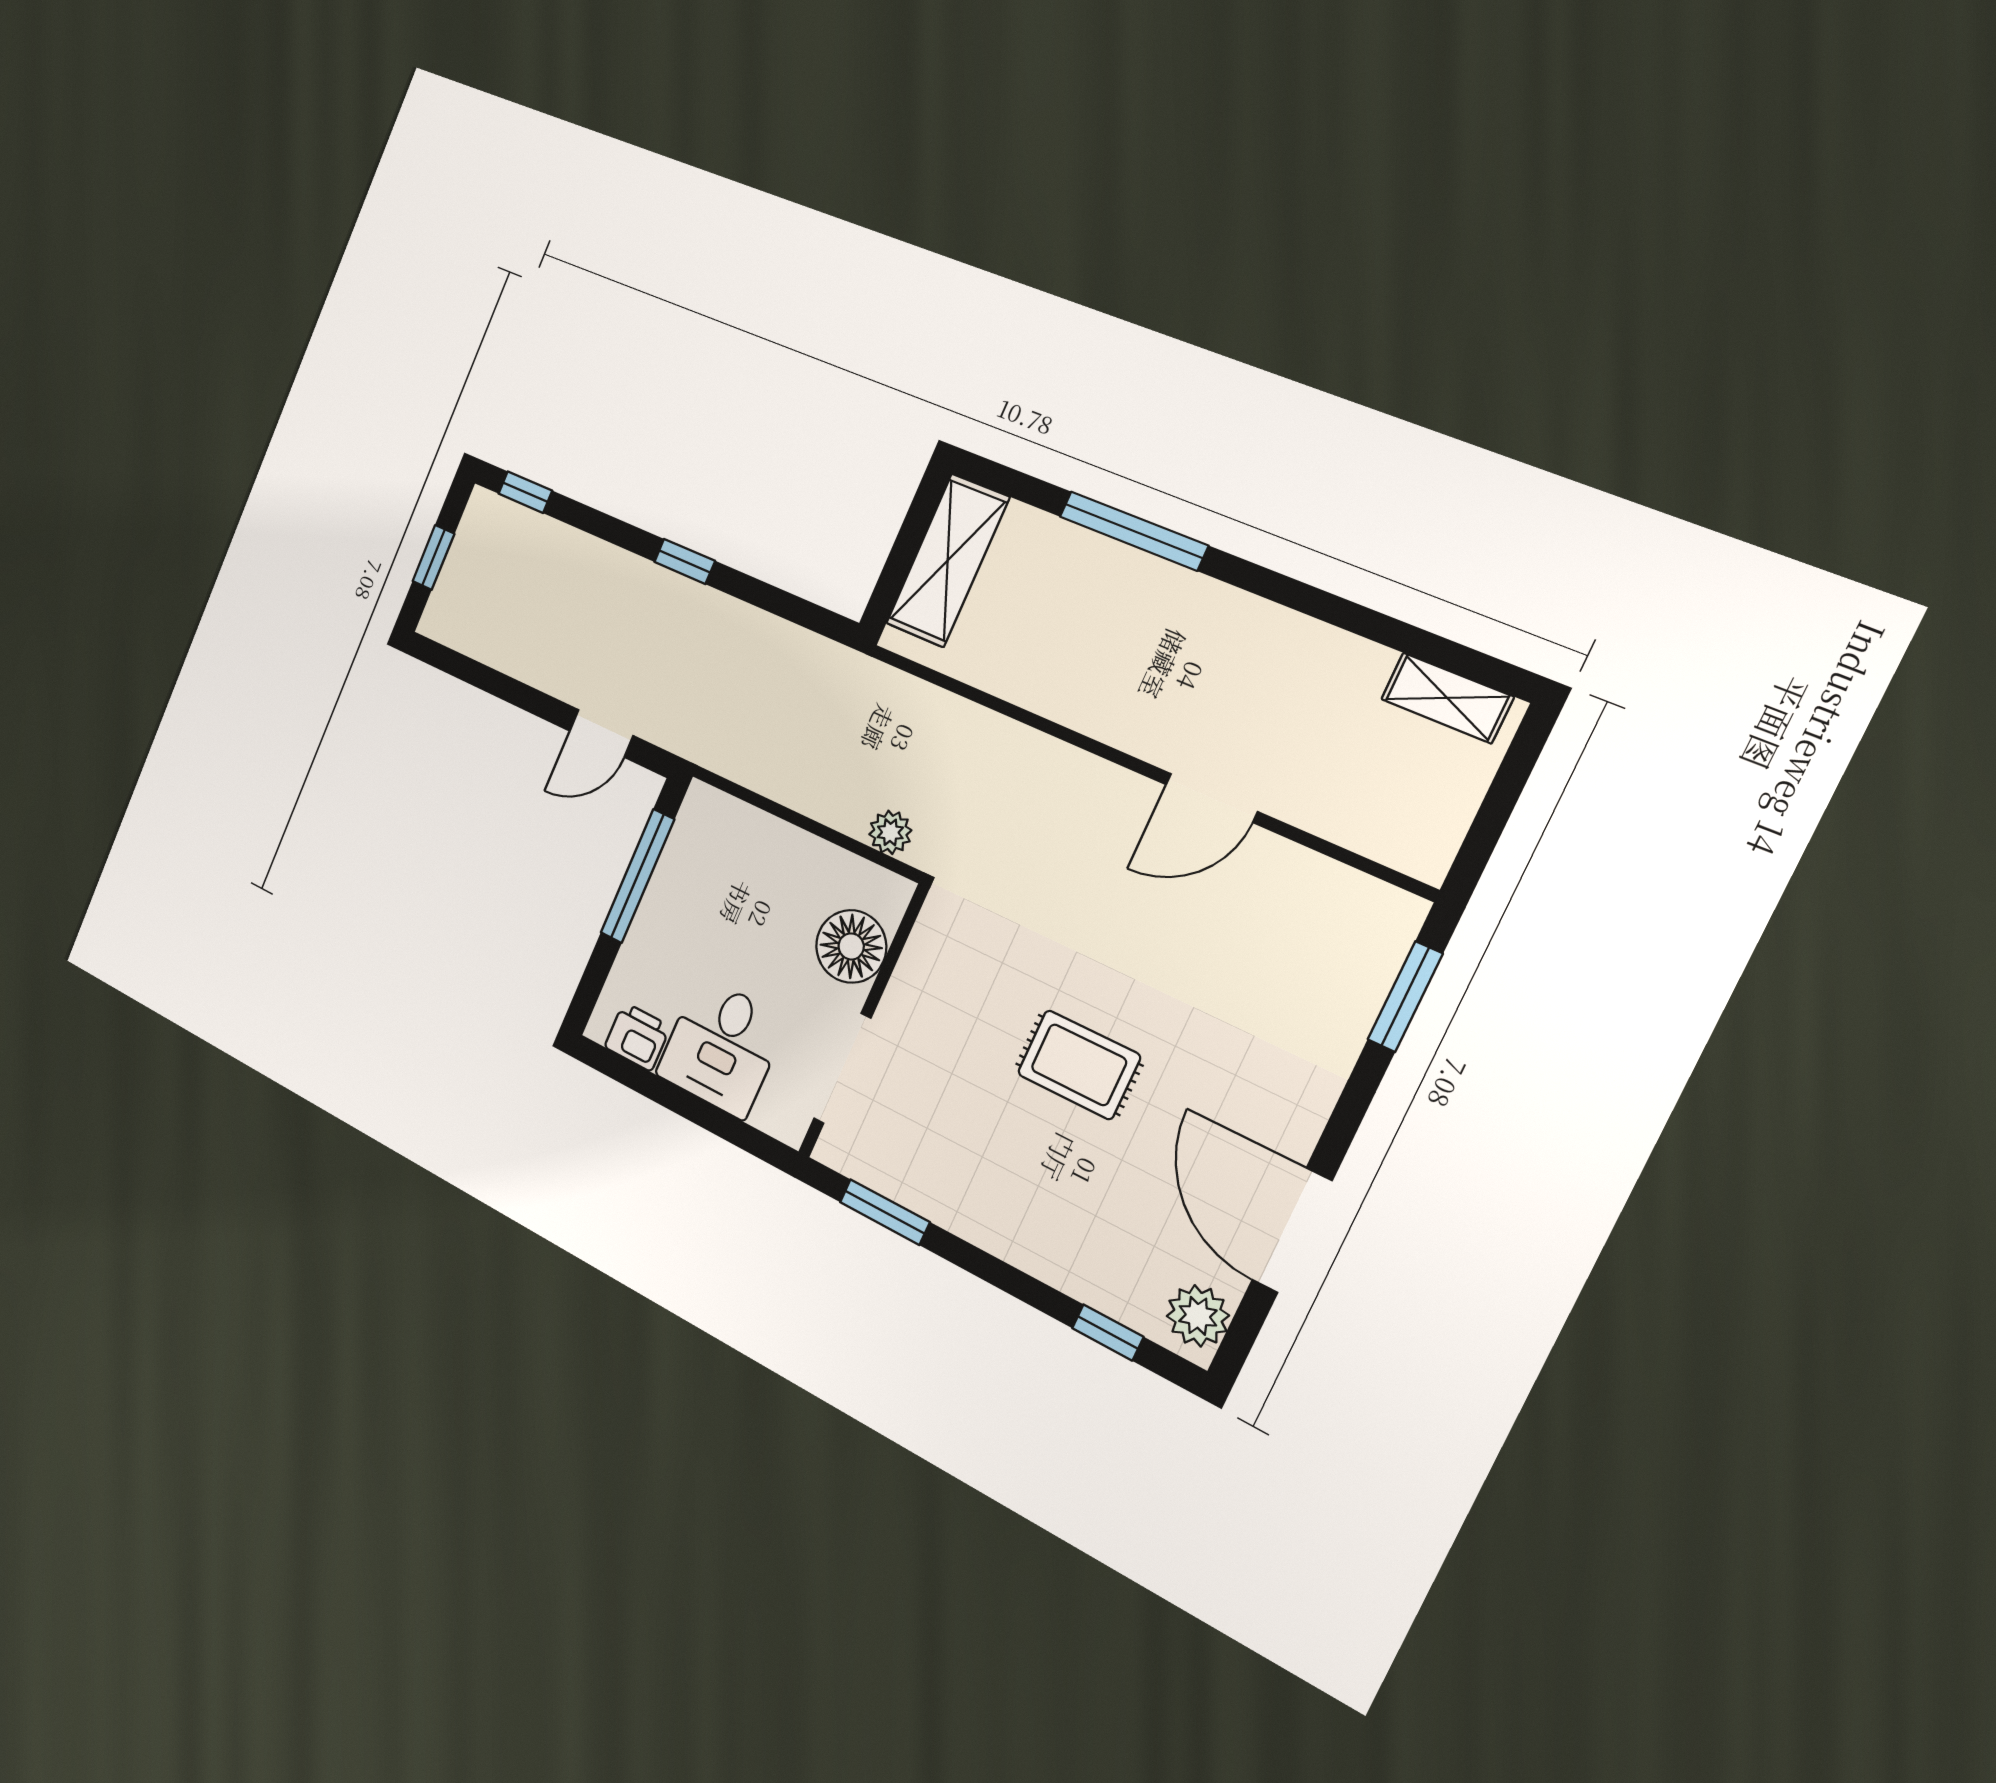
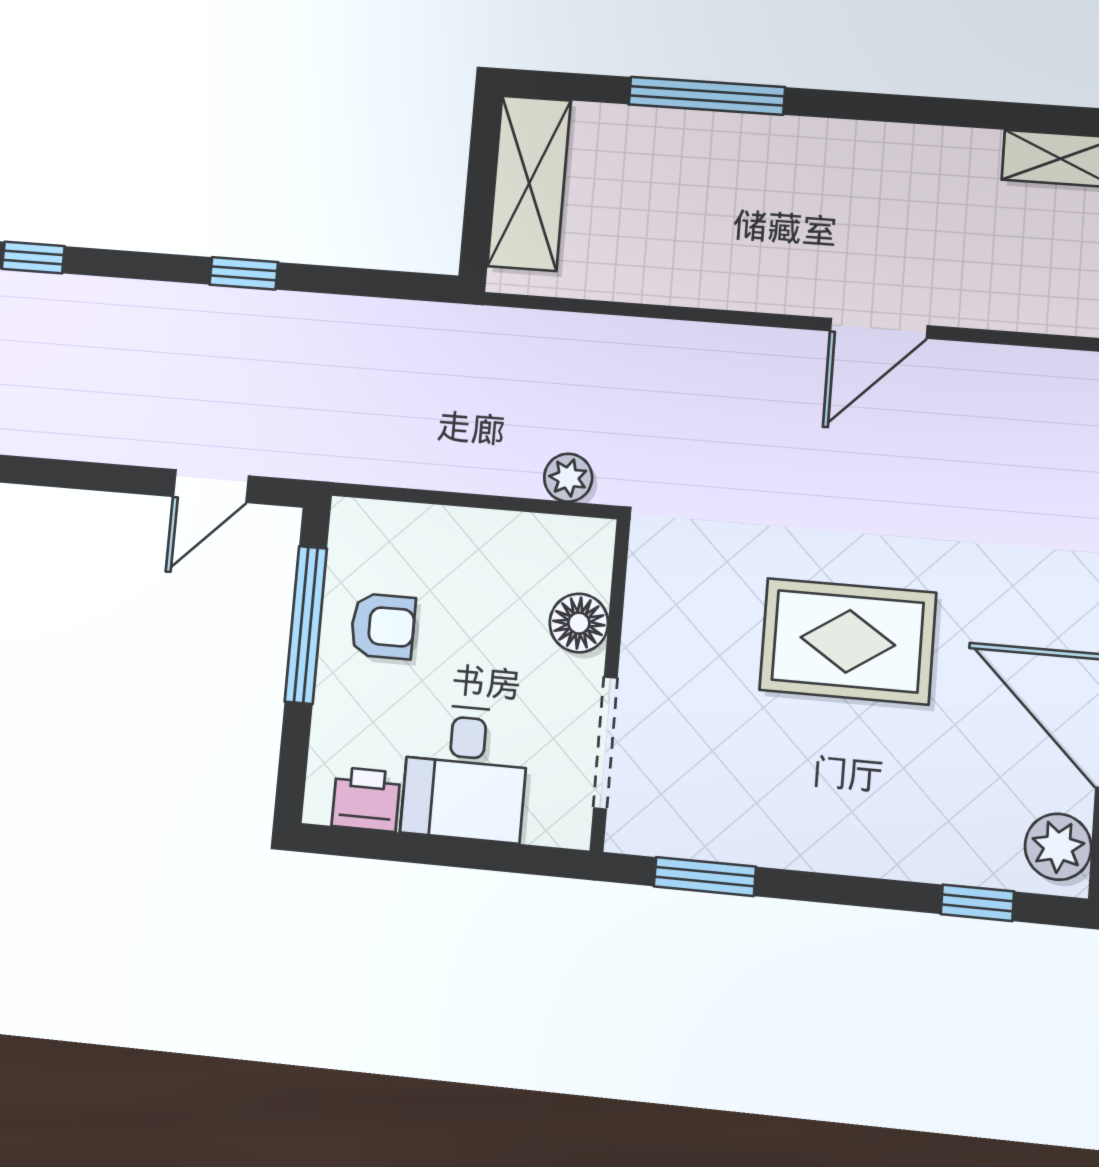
armchair: (697, 901) -> (383, 626), added
floor lamp: (851, 946) -> (579, 623), width x0.73, depth x0.73
rug: (1079, 1065) -> (848, 641), width x1.36, depth x1.43

